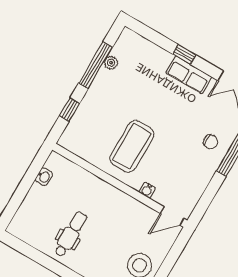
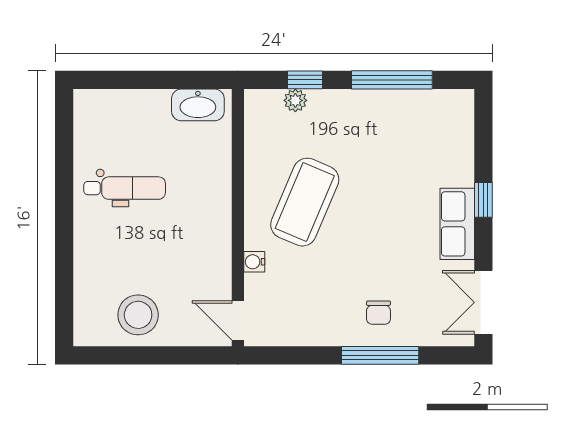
plant: (111, 63) -> (295, 100), moved
coffee table: (132, 146) -> (305, 202), turned -67
washbasin: (44, 177) -> (198, 105), width x1.91, depth x1.45

